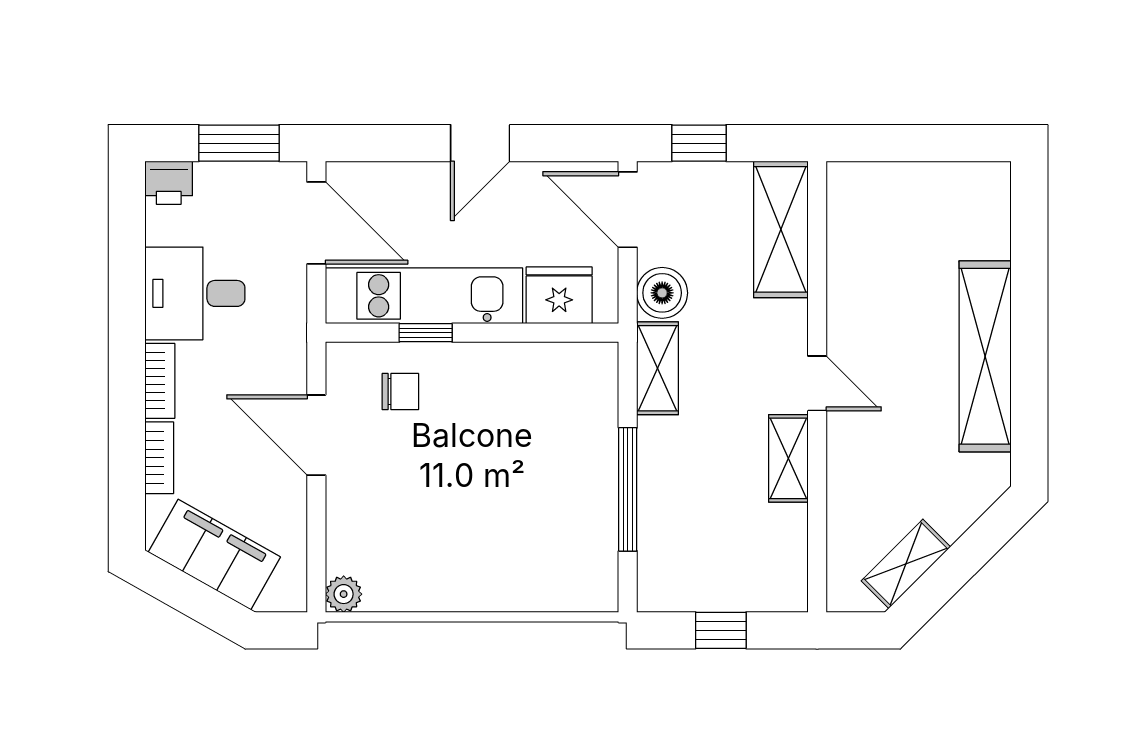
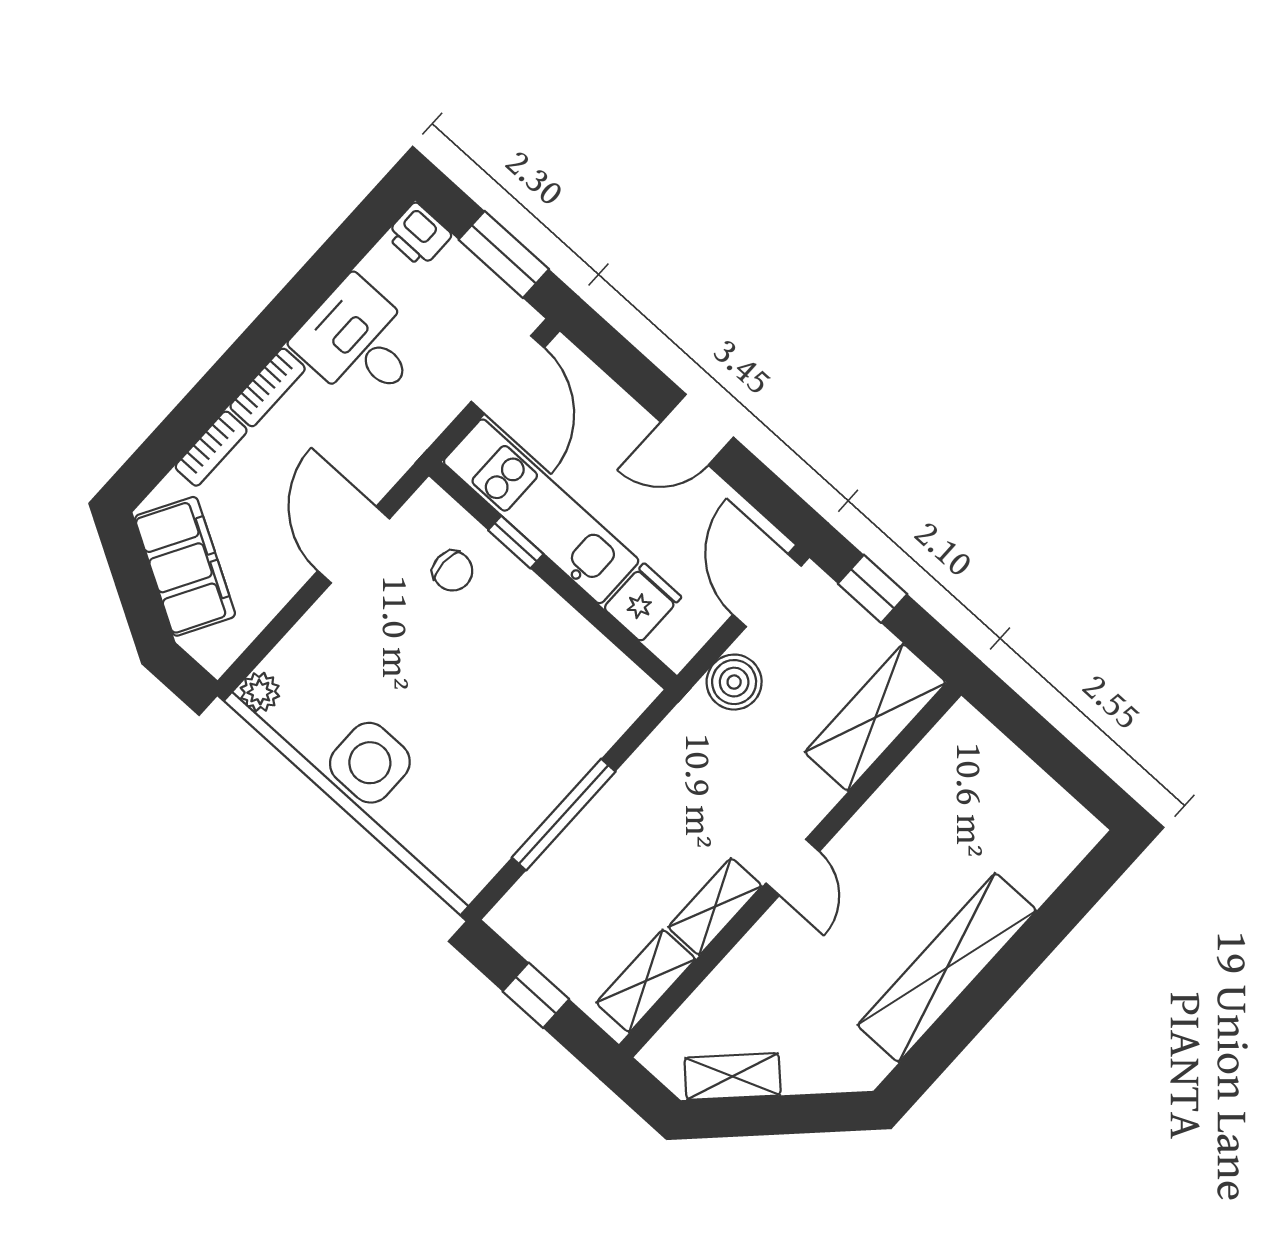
fridge: (559, 295) -> (643, 602), width x0.72
shelving: (658, 368) -> (646, 981), moved
side table: (463, 574) -> (370, 763), added

